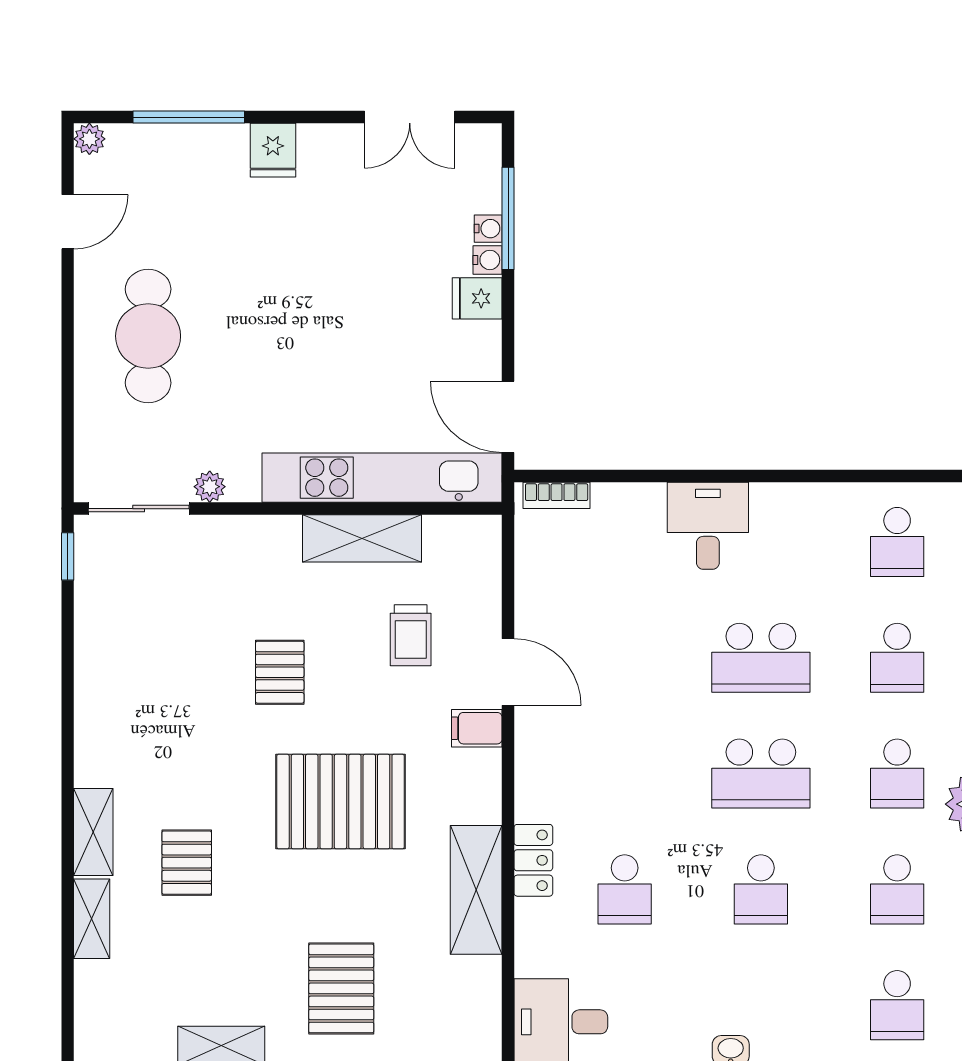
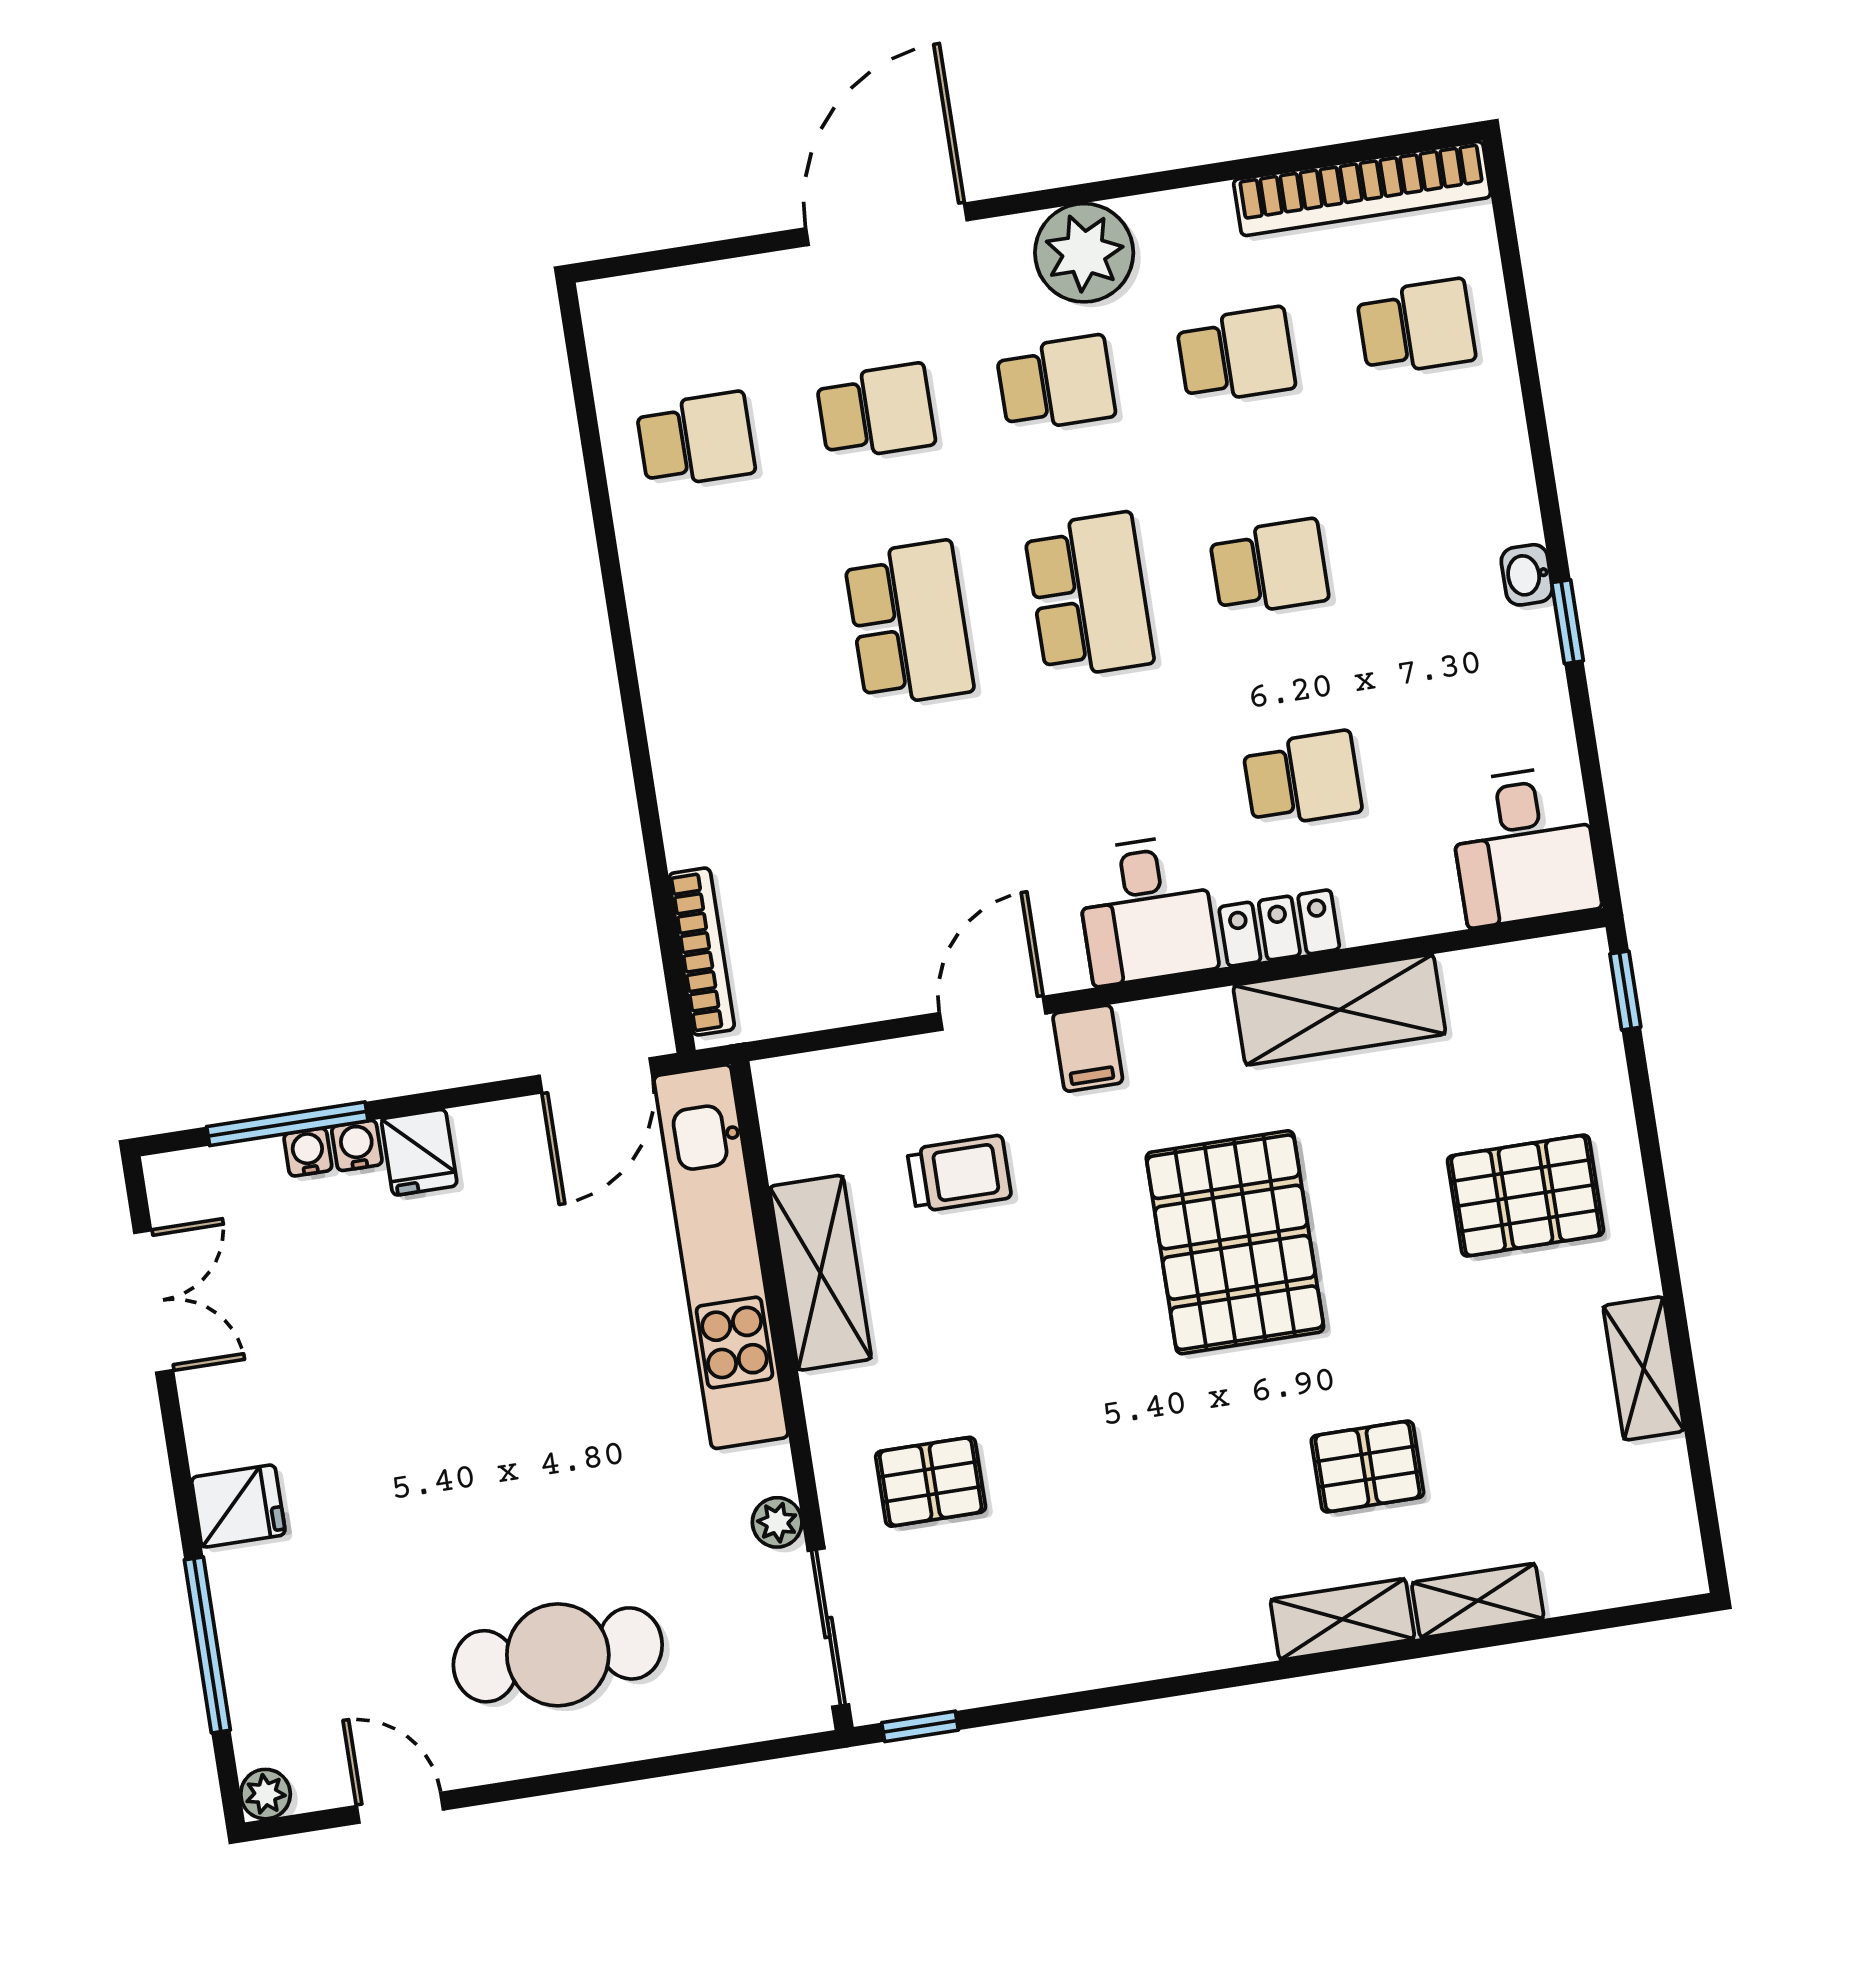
bookcase: (557, 495) -> (702, 952), width x1.56
desk: (708, 526) -> (1146, 910), moved, turned -90
pallet: (280, 672) -> (931, 1482), moved

